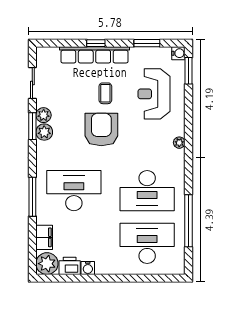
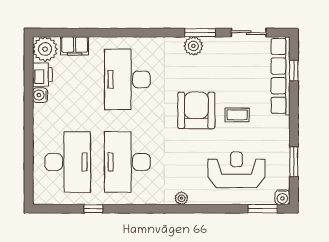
window: (96, 43) -> (294, 71), moved
row of seats: (94, 55) -> (280, 76), moved
plant: (44, 115) -> (212, 45), removed
armchair: (101, 129) -> (196, 110), turned -90
desk: (74, 191) -> (127, 79), turned 180
window: (32, 197) -> (120, 33), removed
window: (188, 221) -> (93, 209), width x0.32

